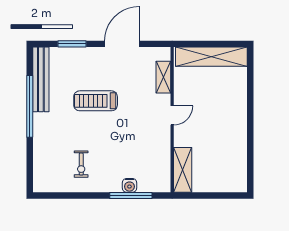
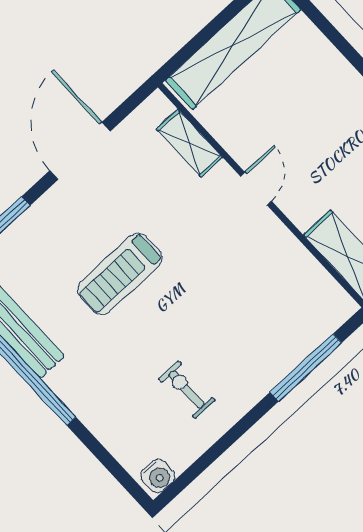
exercise bike: (81, 164) -> (187, 390), turned 180
water cooler: (129, 185) -> (158, 476), moved

